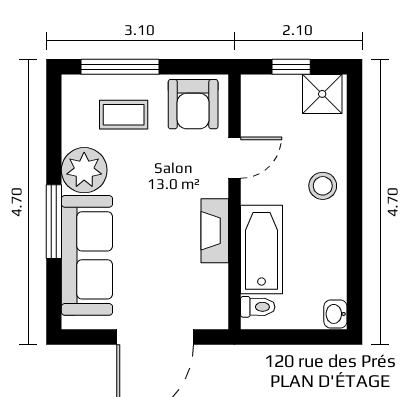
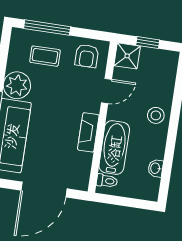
shower: (322, 94) -> (127, 56), moved
armchair: (193, 104) -> (87, 56), width x0.72, depth x0.72
washbasin: (335, 314) -> (156, 168), moved

